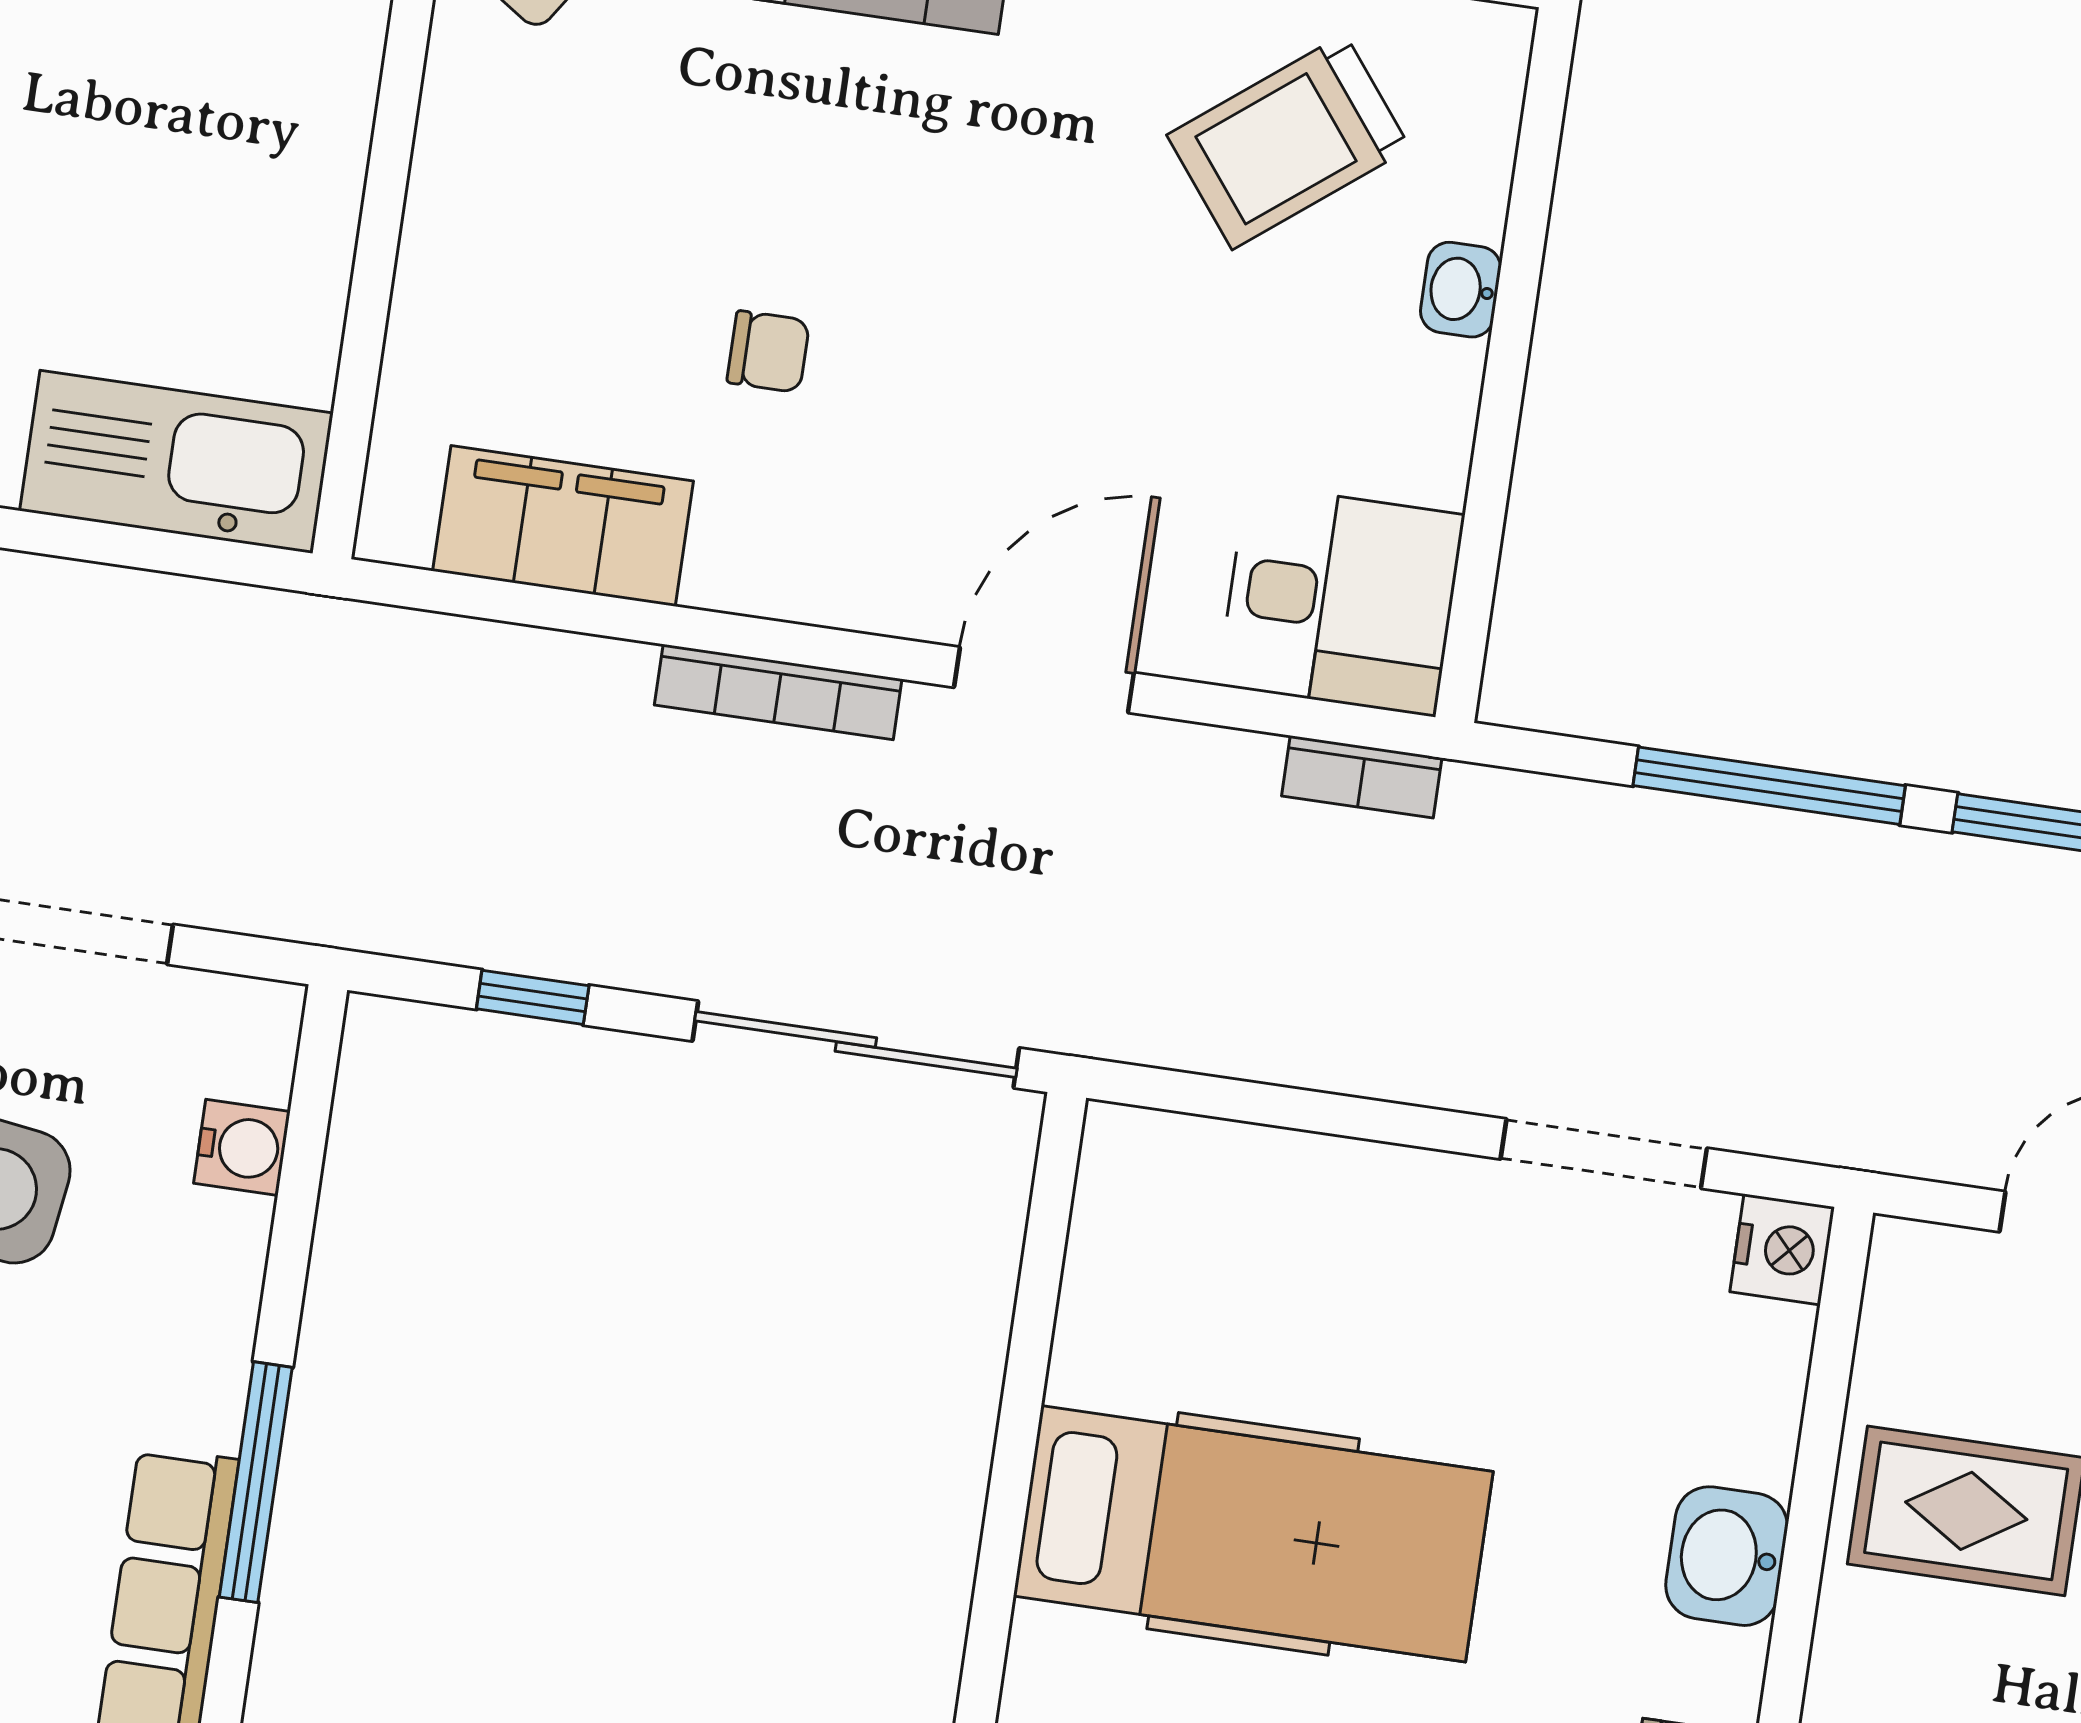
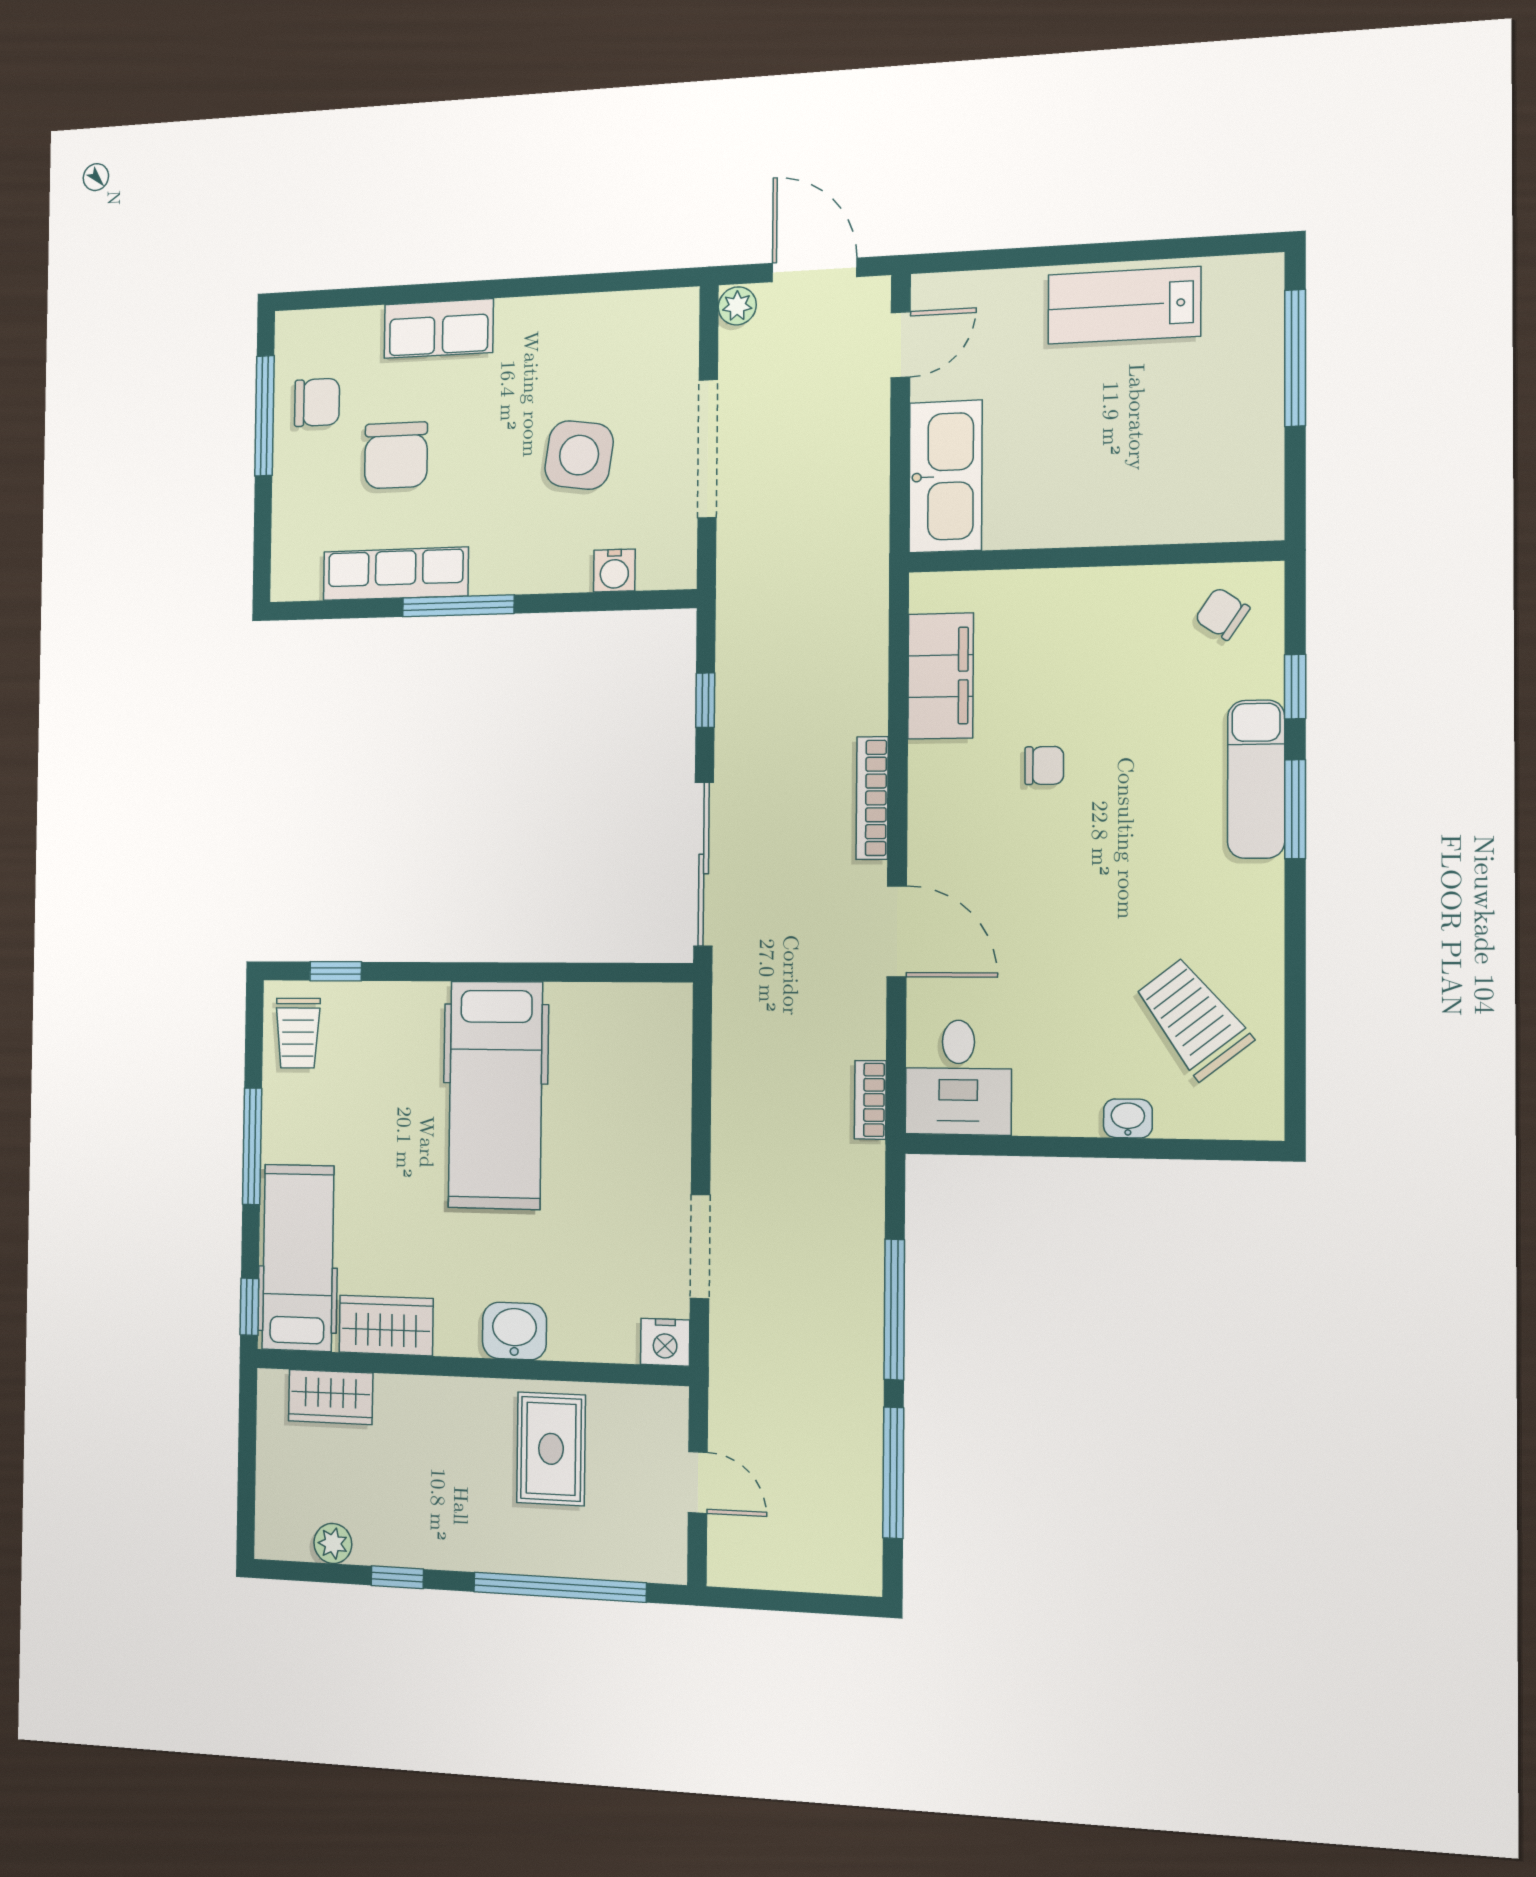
chair: (768, 352) -> (1044, 765), turned -90

